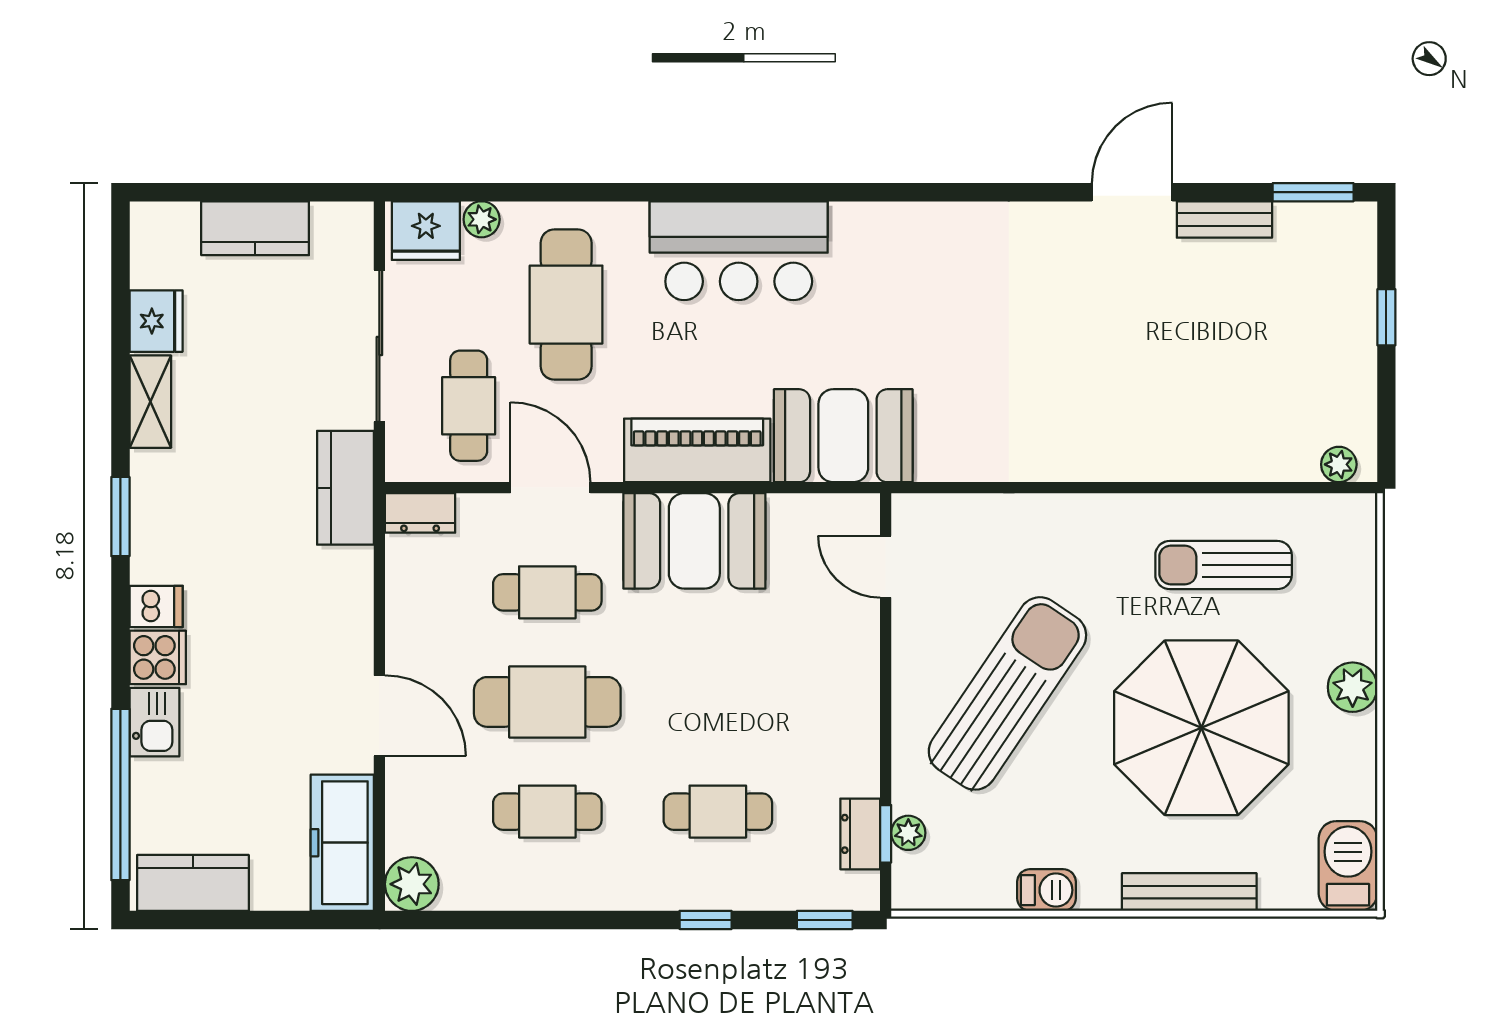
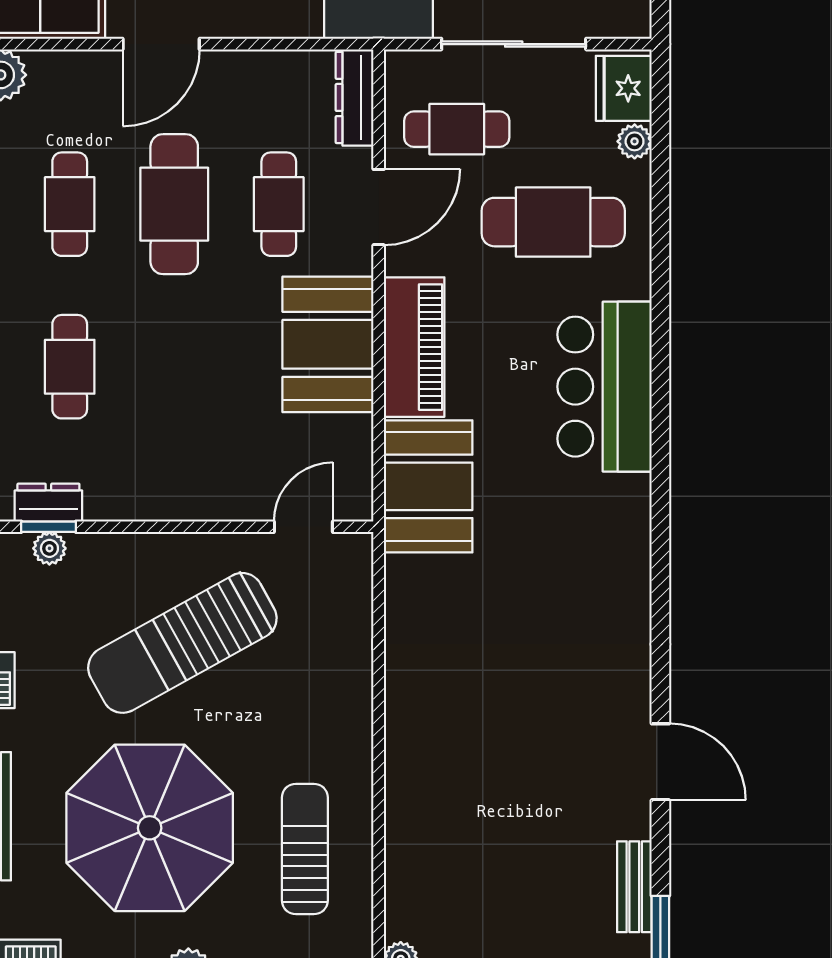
bench: (1224, 219) -> (634, 887), moved
dresser: (420, 513) -> (355, 97), width x1.44
sun lounger: (1007, 693) -> (182, 643), turned 117

